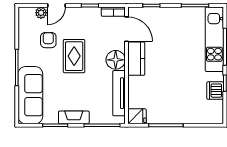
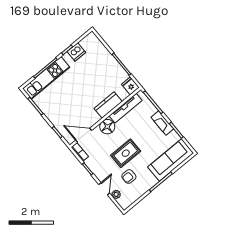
door: (56, 6) -> (104, 189), hinge flipped
door: (127, 29) -> (84, 135), hinge flipped
kitchen counter: (136, 59) -> (108, 105), moved

